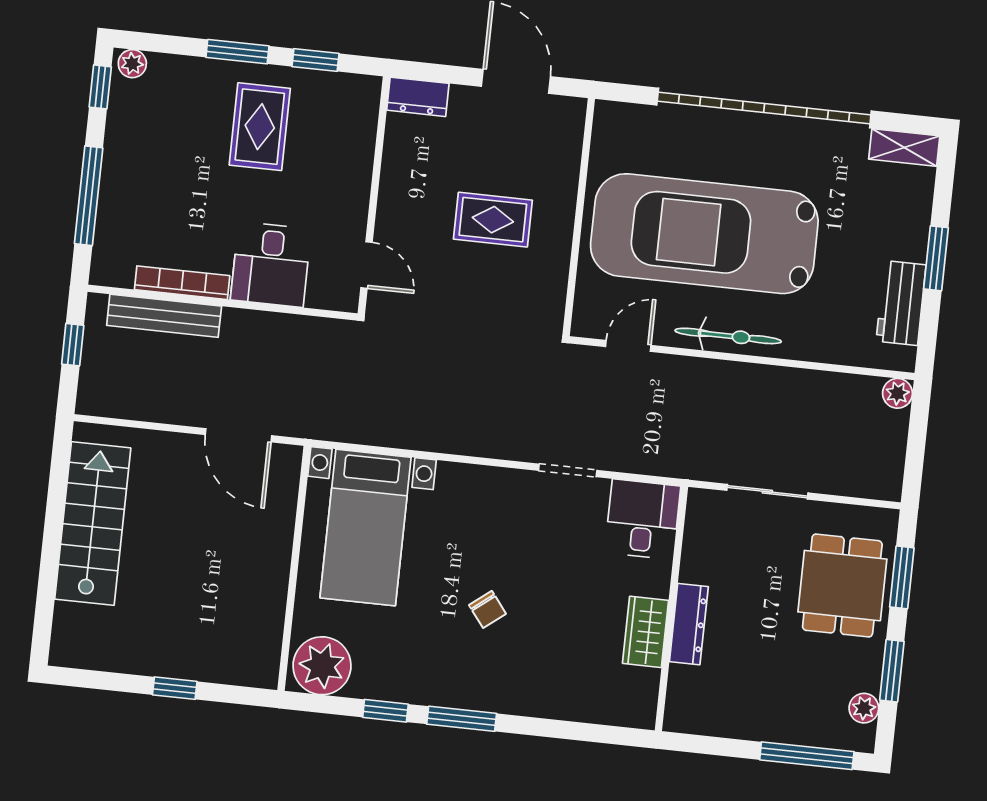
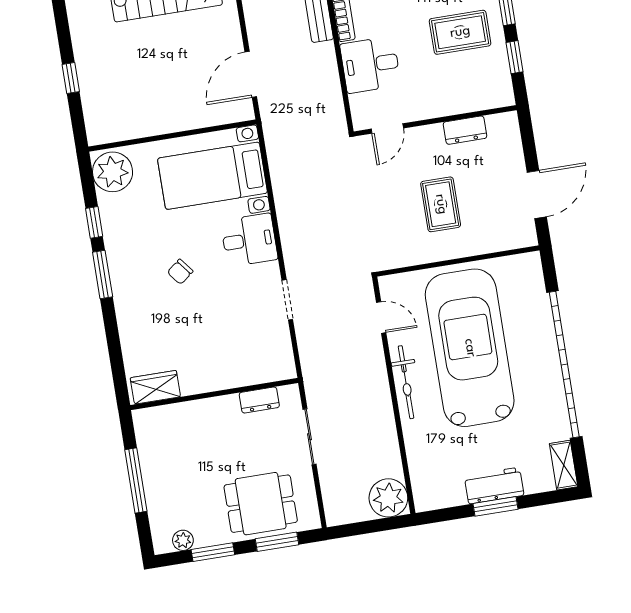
dresser: (418, 97) -> (465, 130), moved, turned -90
workbench: (901, 303) -> (494, 486), moved
plant: (897, 393) -> (388, 498), width x1.87, depth x1.87
desk: (643, 519) -> (249, 240), moved
dresser: (689, 624) -> (259, 400), moved, width x0.70
wardrobe: (646, 632) -> (155, 387), moved
window: (807, 756) -> (136, 480), moved

